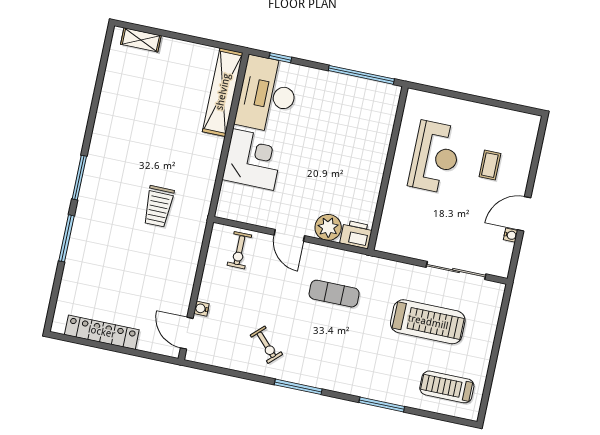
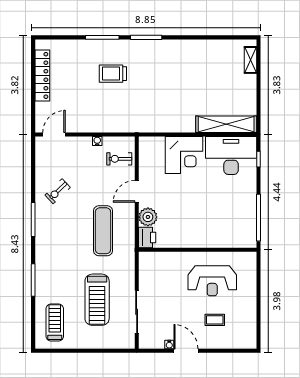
trolley: (158, 206) -> (113, 74), moved
exercise mat: (334, 294) -> (103, 231), width x1.36, depth x1.45
water cooler: (201, 309) -> (97, 141), moved

